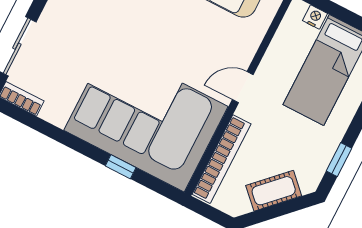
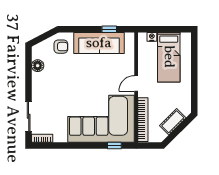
window: (339, 160) -> (194, 94), removed
window: (121, 167) -> (114, 146), moved

